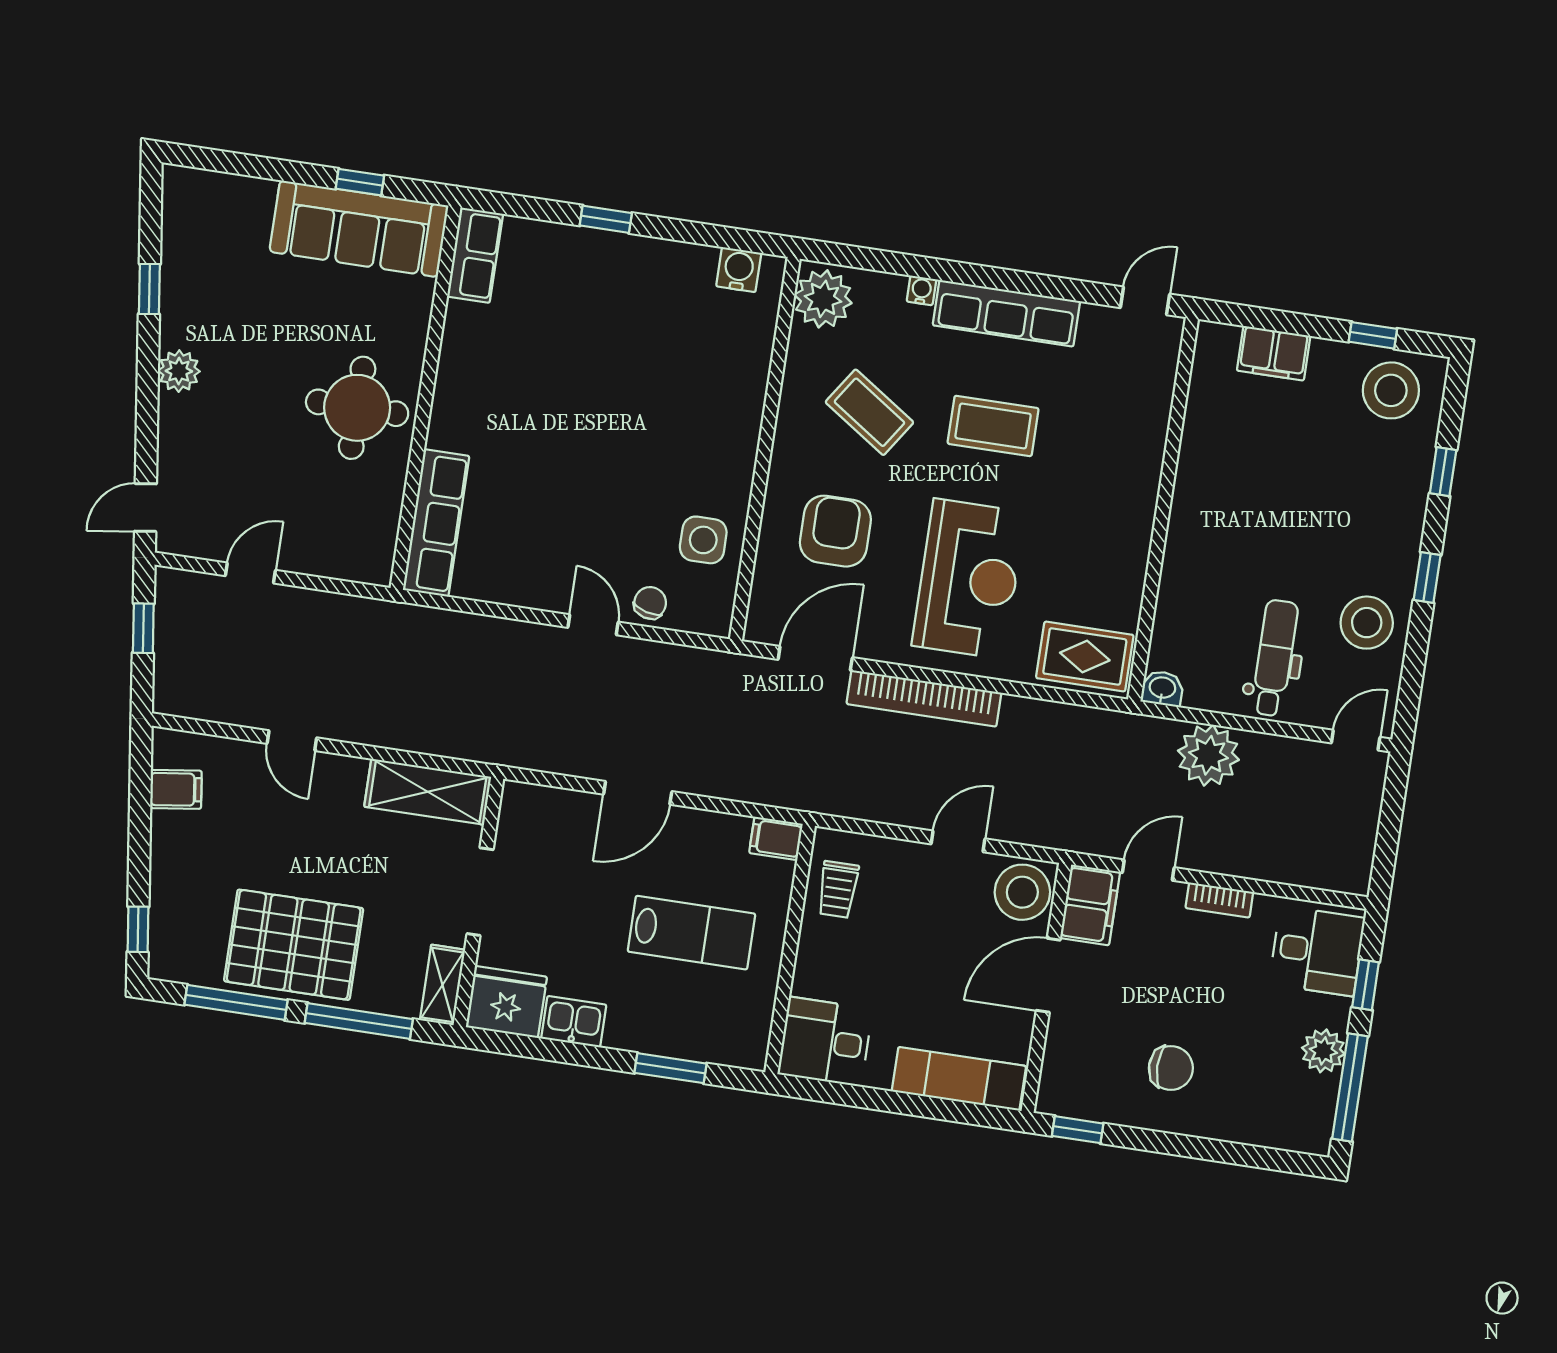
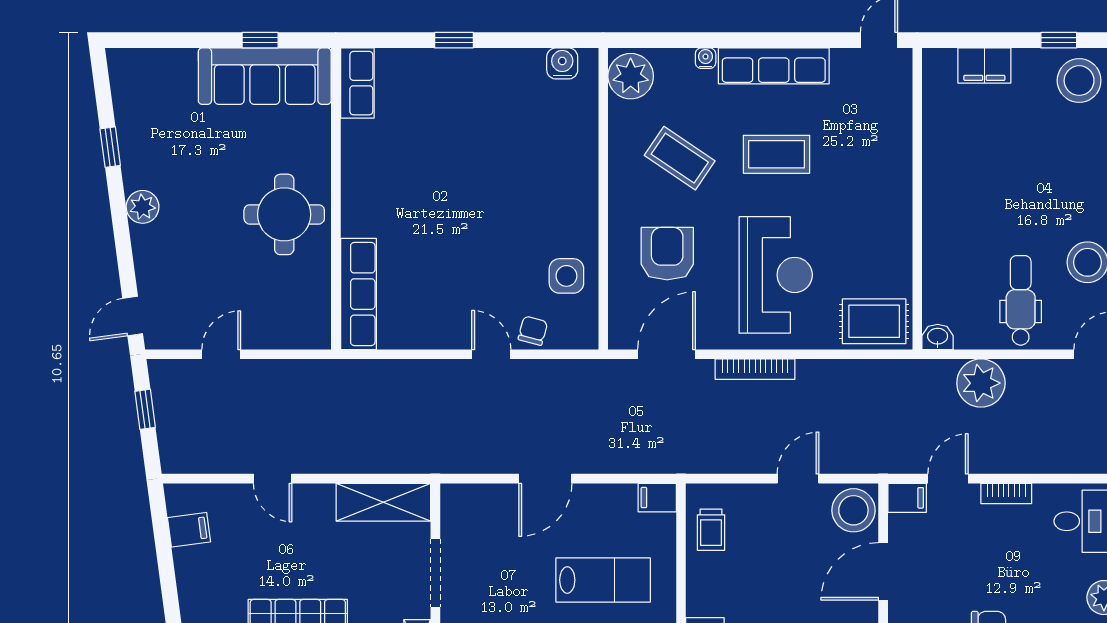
bookcase: (924, 698) -> (755, 369), width x0.68, depth x0.76
filing cabinet: (1090, 905) -> (907, 498), width x0.50

